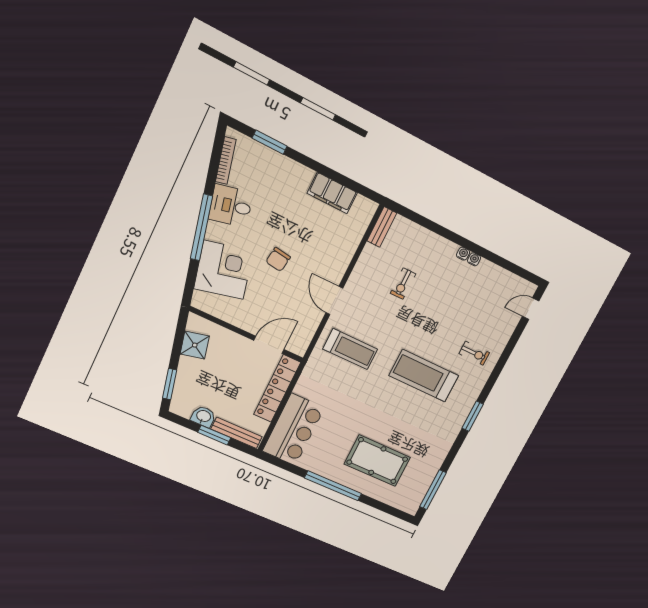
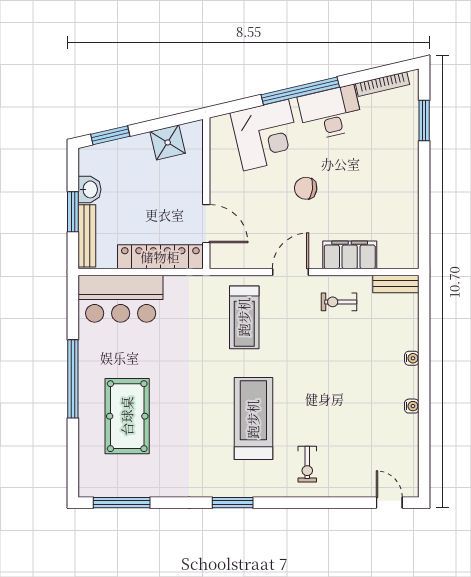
filing cabinet: (332, 193) -> (350, 255), moved, turned 90
desk: (231, 206) -> (330, 113), width x1.37
water cooler: (463, 254) -> (412, 358), moved
exercise bike: (403, 284) -> (339, 302), moved

